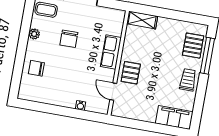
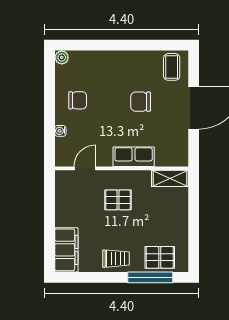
shelving: (142, 20) -> (170, 178), moved, turned 90
plant: (34, 34) -> (62, 57), moved
chair: (36, 68) -> (78, 100), moved, turned 90
pallet: (131, 73) -> (118, 200), moved

